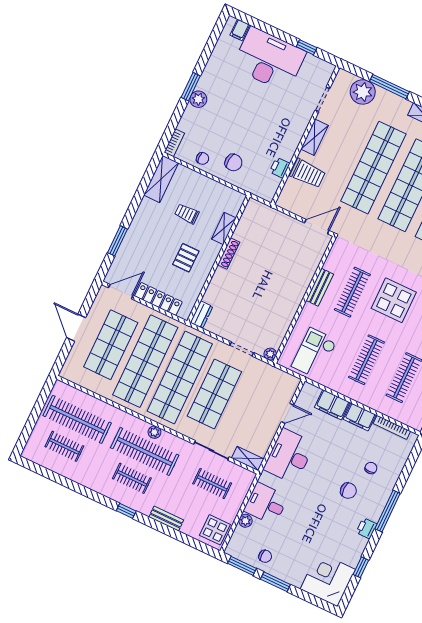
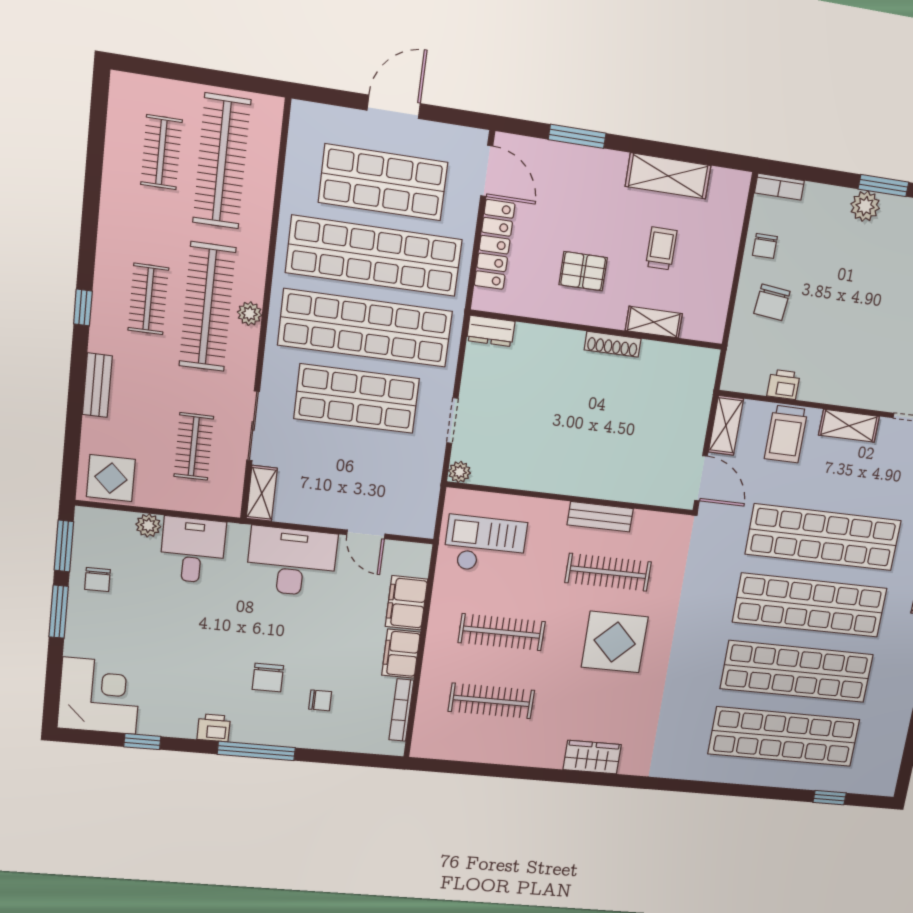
shelving: (161, 179) -> (668, 176), moved
shelving: (292, 205) -> (726, 425), added

